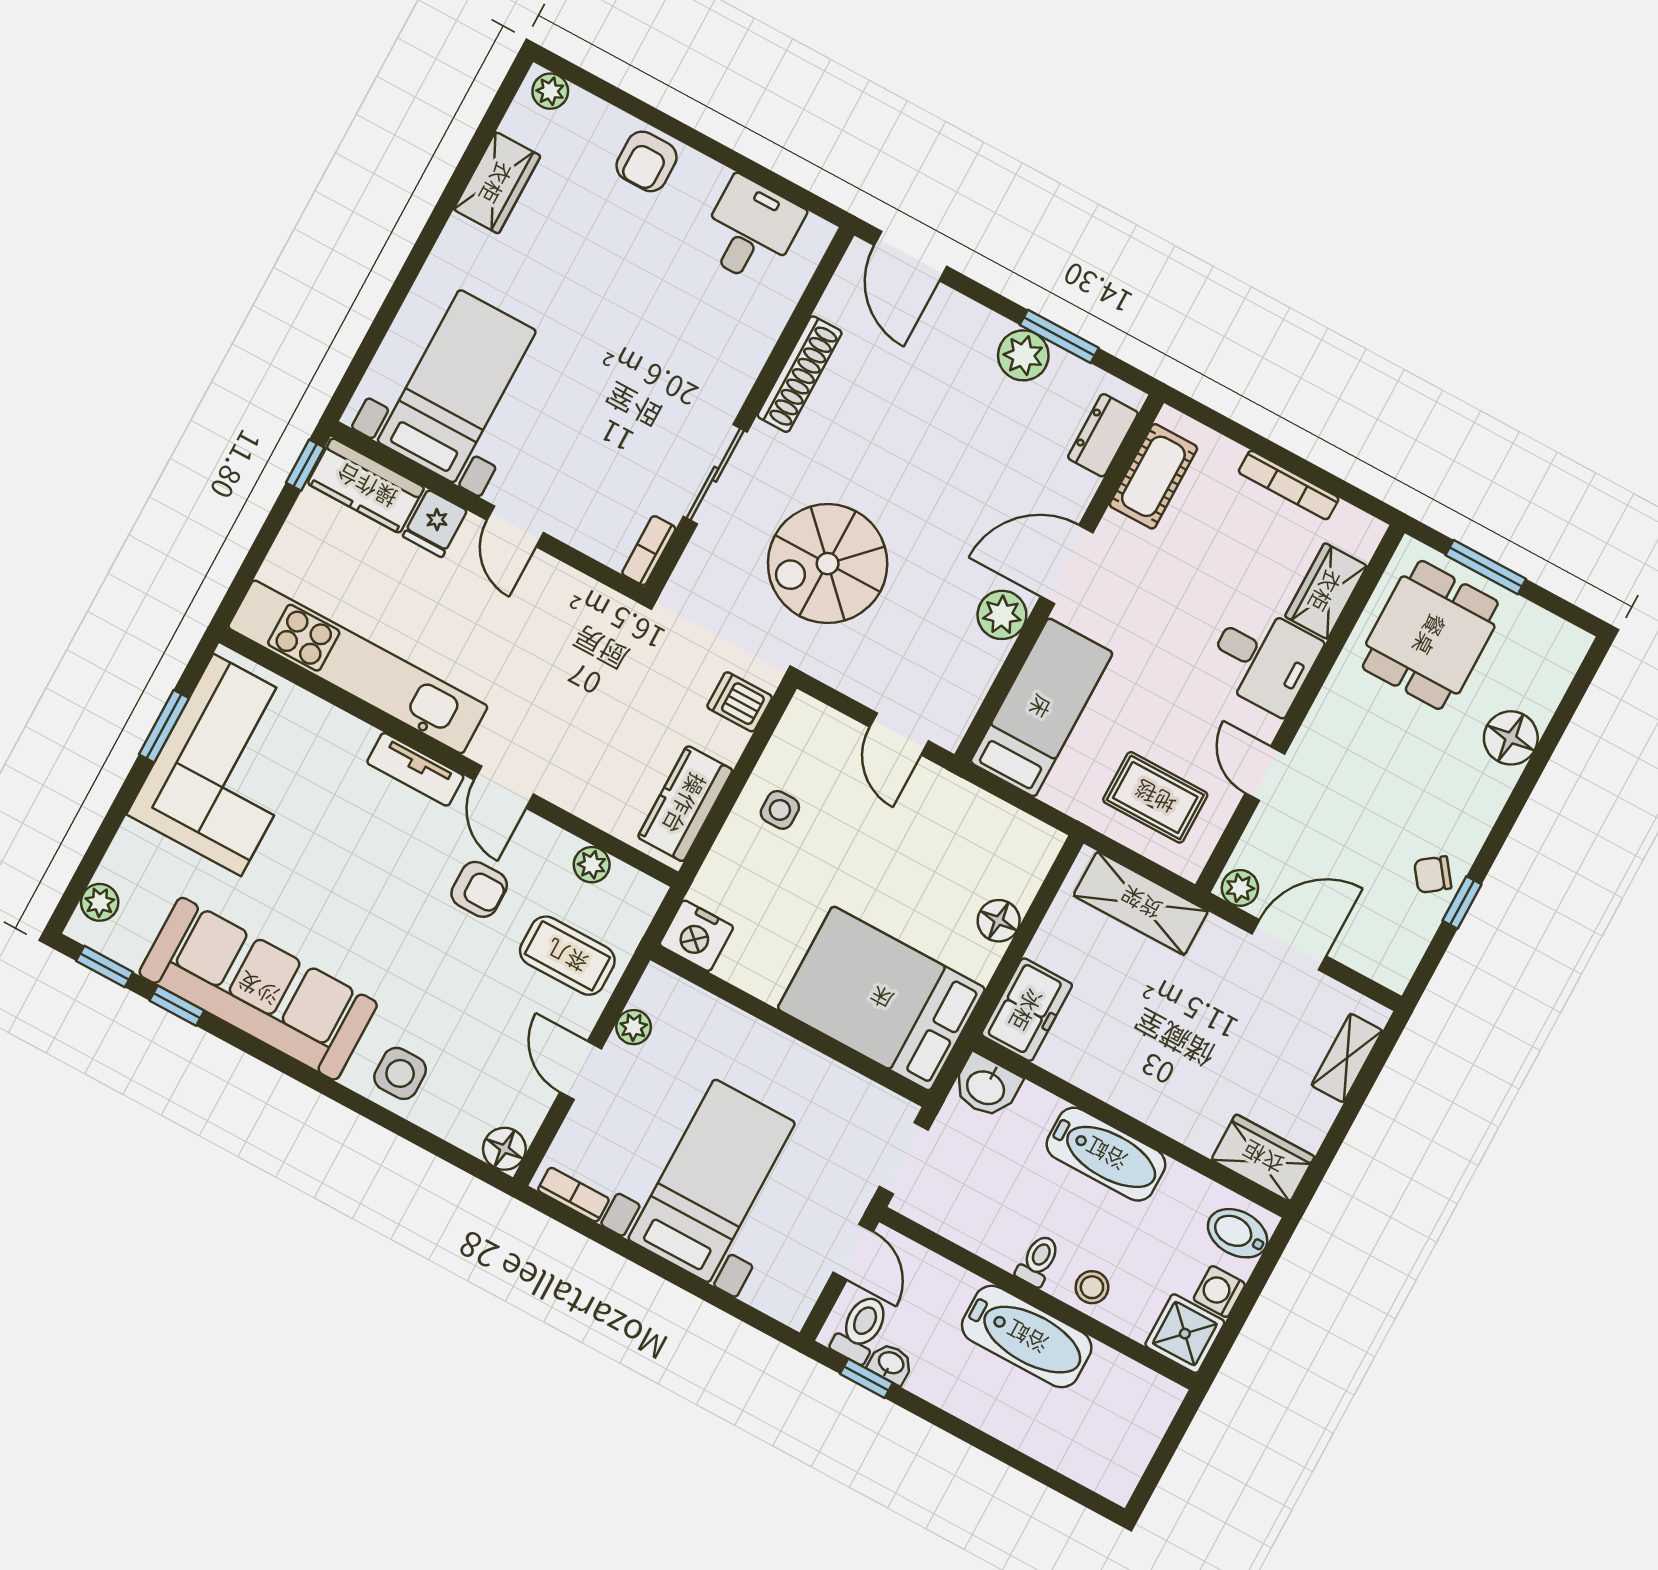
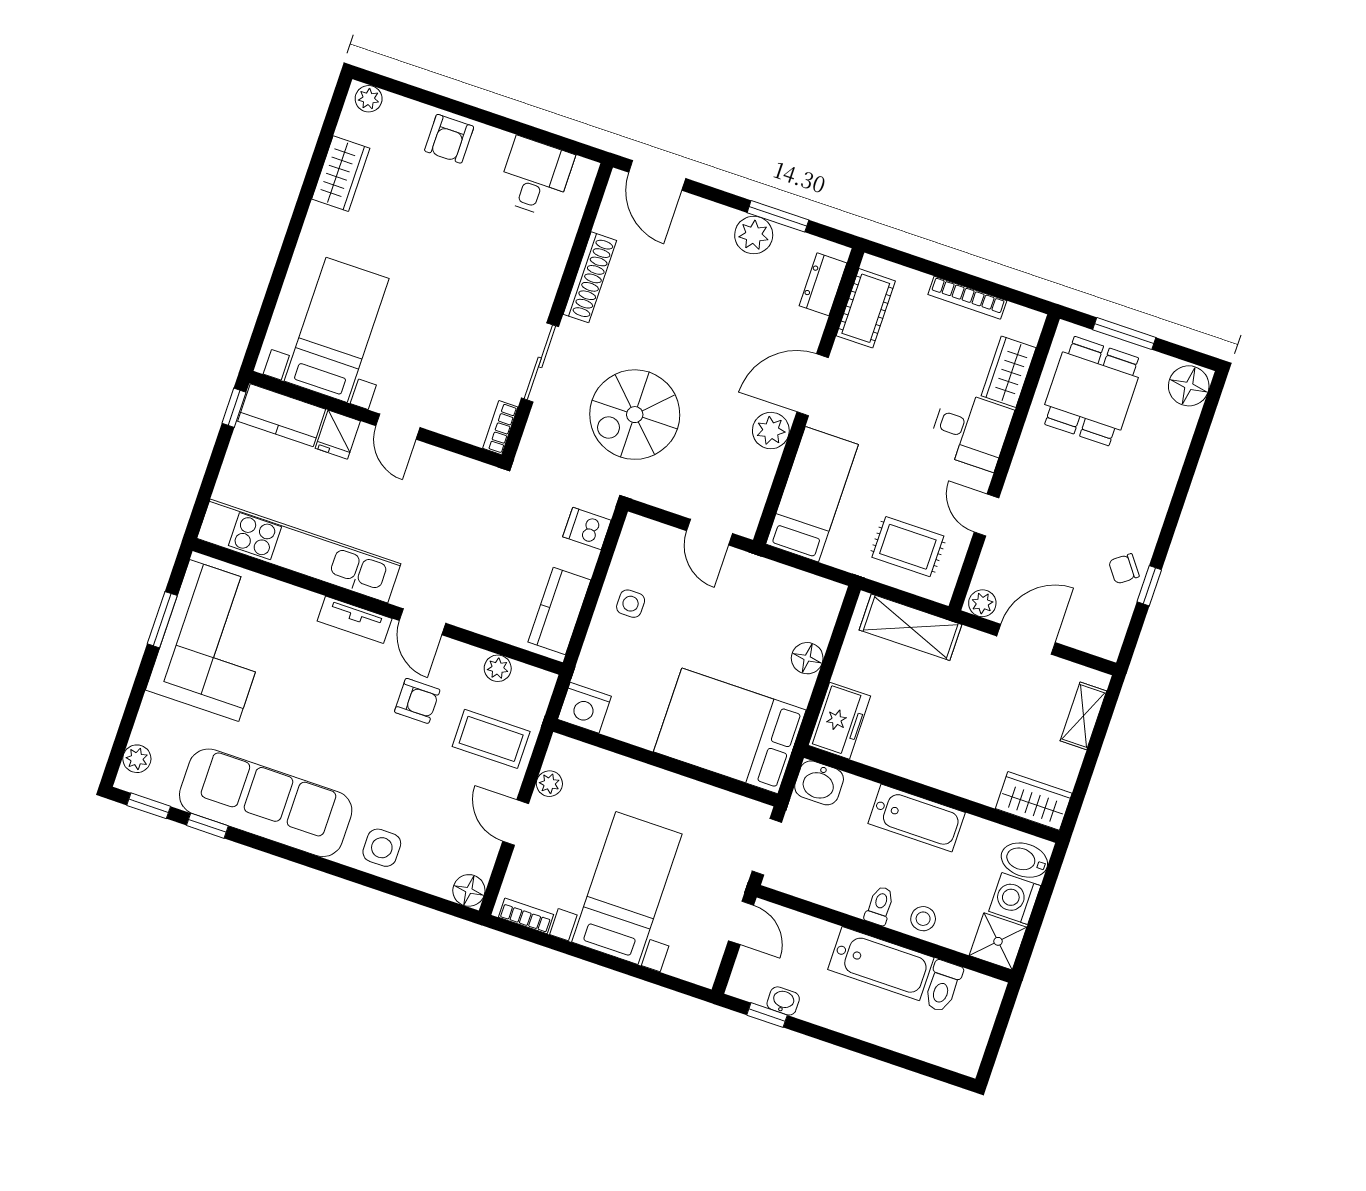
floor lamp: (1511, 738) -> (1189, 386), moved
washing machine: (1219, 1292) -> (1015, 899), width x1.38, depth x1.38
toilet: (861, 1329) -> (943, 986), moved, turned 180

